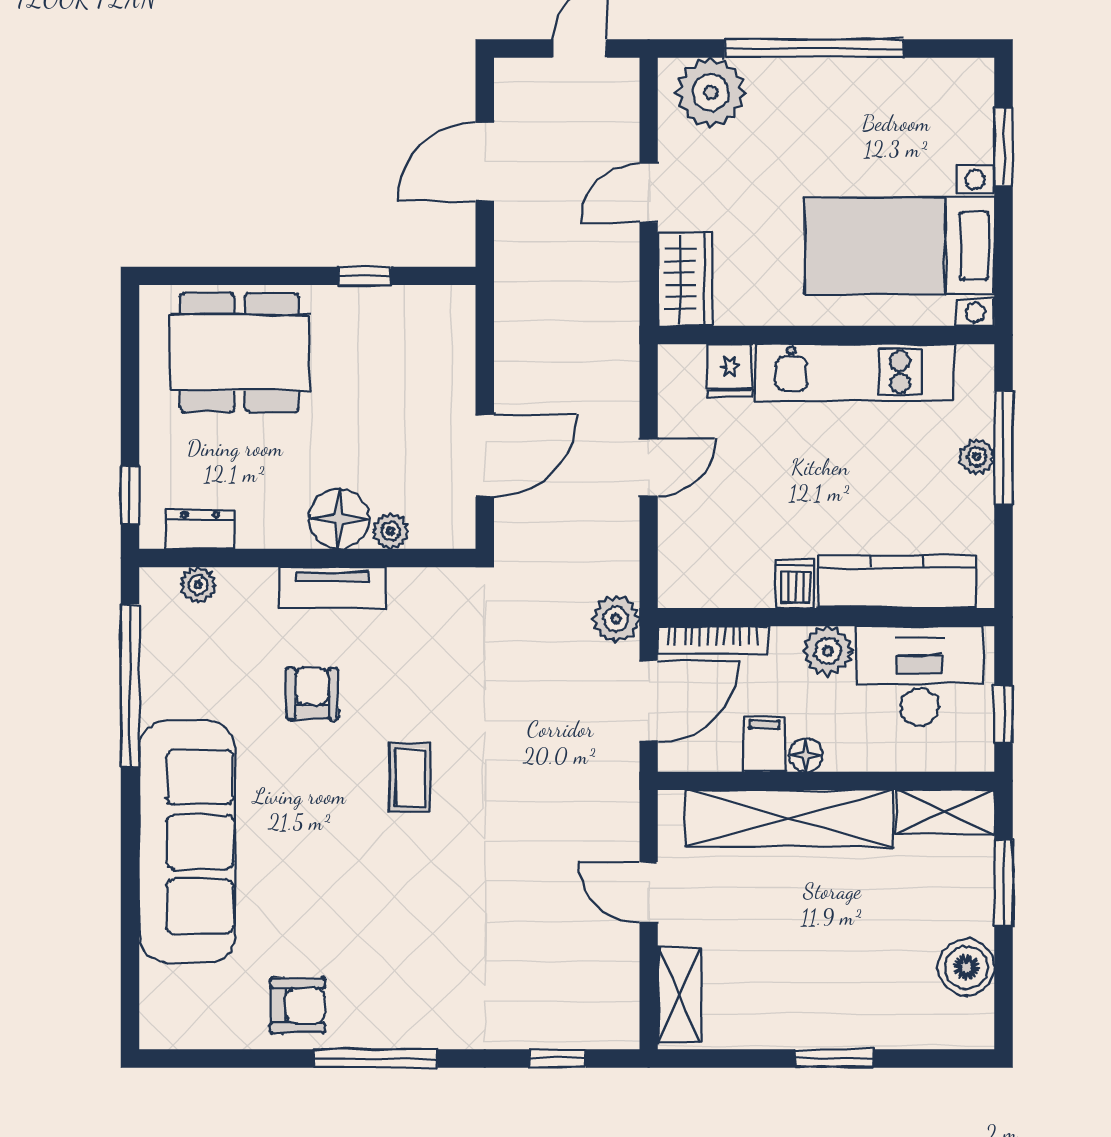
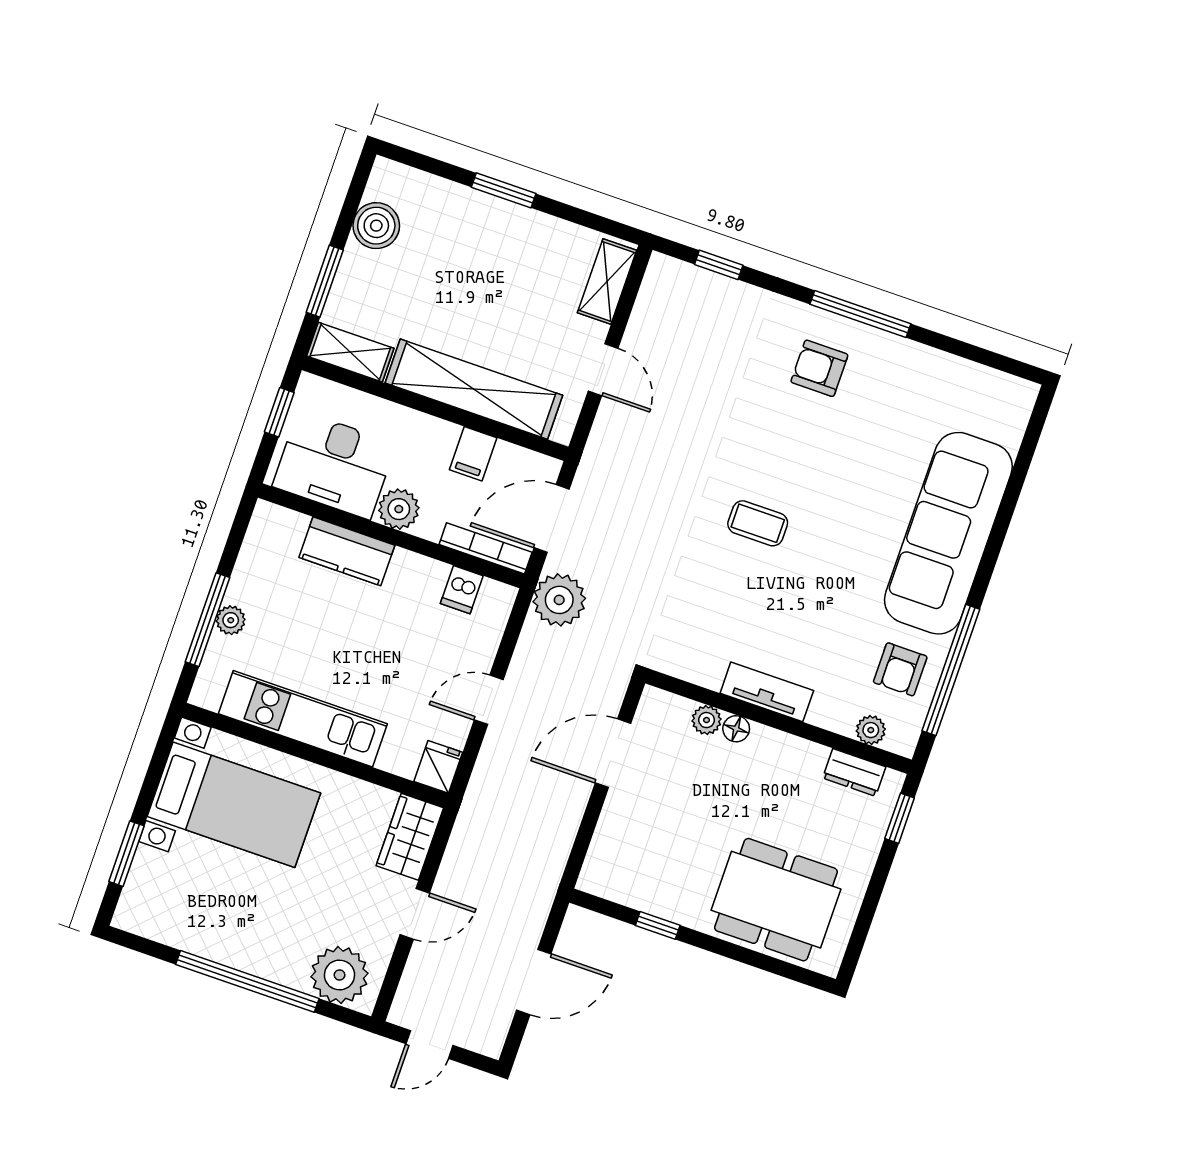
fridge: (730, 371) -> (438, 767), moved
floor lamp: (339, 519) -> (736, 729), width x0.53, depth x0.53
kitchen counter: (897, 582) -> (347, 551), width x0.67
dishwasher: (795, 583) -> (462, 590), moved
plant: (616, 619) -> (559, 600), width x1.36, depth x1.36
armchair: (312, 694) -> (900, 669), moved
floor lamp: (806, 755) -> (444, 434), removed
coffee table: (410, 777) -> (758, 523), turned 90
armchair: (298, 1005) -> (819, 368), moved

